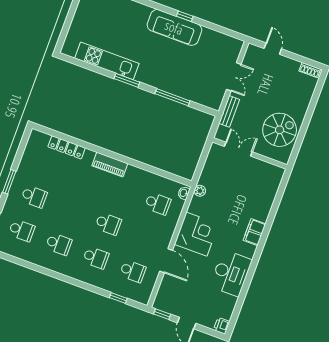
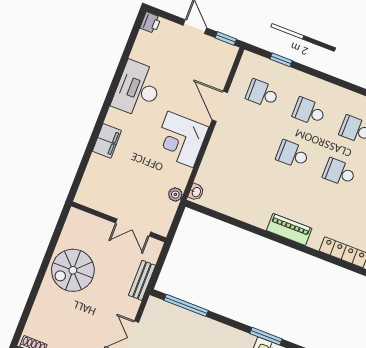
window: (172, 97) -> (186, 305), moved
bench: (229, 111) -> (142, 280), moved
double door: (238, 149) -> (133, 228), moved
wall: (250, 153) -> (119, 222), moved
school desk: (158, 204) -> (339, 172), moved

